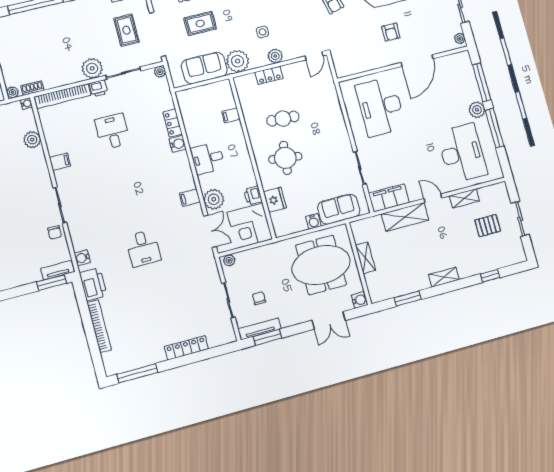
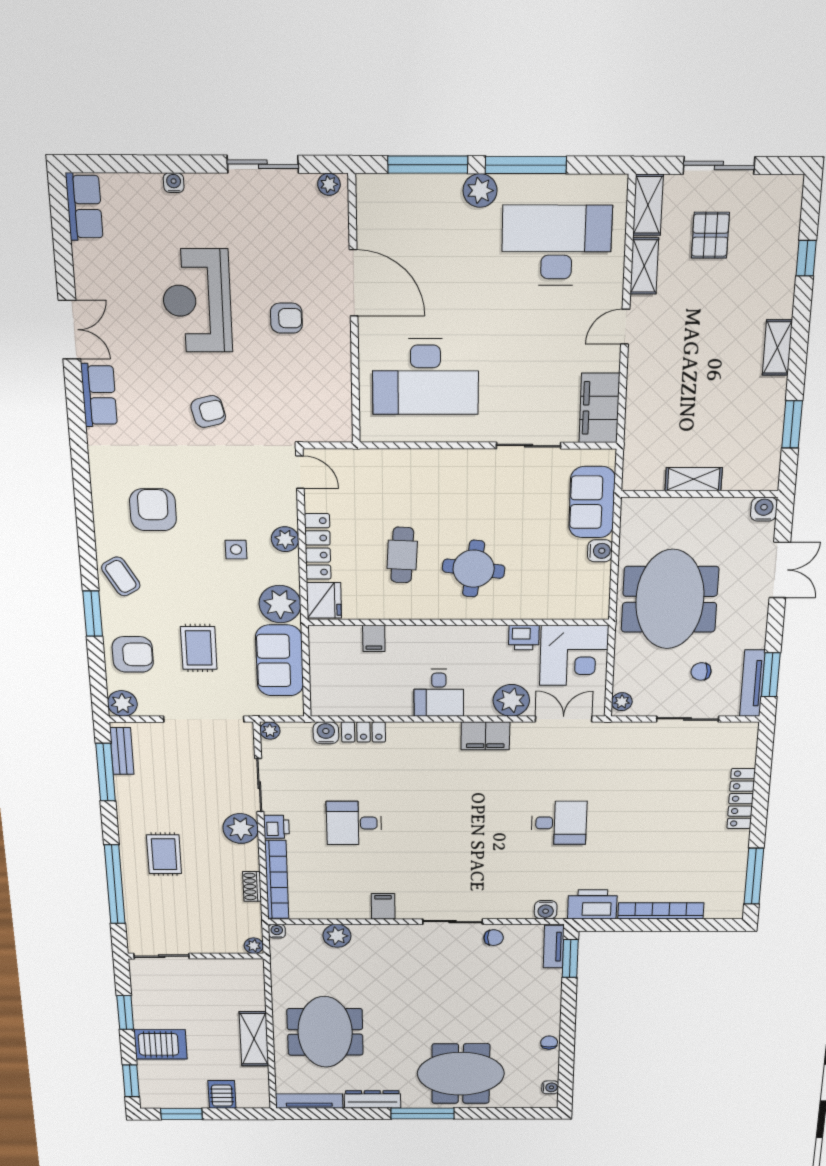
rug: (127, 30) -> (164, 854), moved, turned 90
locker: (269, 75) -> (318, 547), width x1.53
shoe rack: (32, 88) -> (252, 886), moved
water cooler: (178, 144) -> (326, 733), moved
filing cabinet: (190, 198) -> (485, 736), width x2.00
fridge: (275, 200) -> (324, 600), moved, turned 90
shelving: (405, 217) -> (648, 205), moved, width x0.67, depth x0.75
meeting table: (321, 265) -> (670, 599), moved

